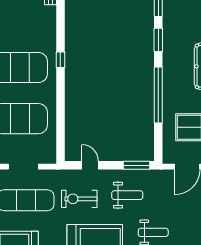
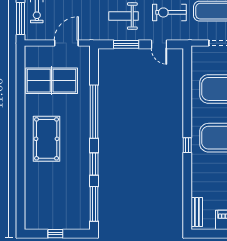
window: (137, 165) -> (126, 44), moved
exercise bike: (79, 199) -> (169, 12), turned 180

